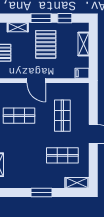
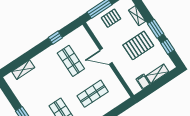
filing cabinet: (82, 73) -> (143, 82), moved
door: (36, 81) -> (106, 56), hinge flipped

